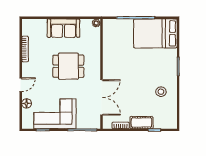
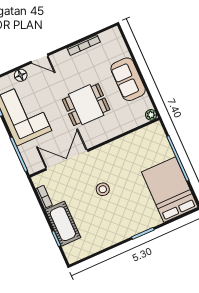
dining table: (68, 66) -> (86, 105), turned 90
stool: (161, 92) -> (103, 189), moved
double door: (102, 97) -> (67, 160), swing flipped
cot: (142, 123) -> (63, 224), width x1.37, depth x1.34

